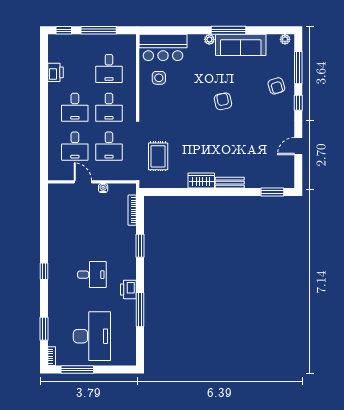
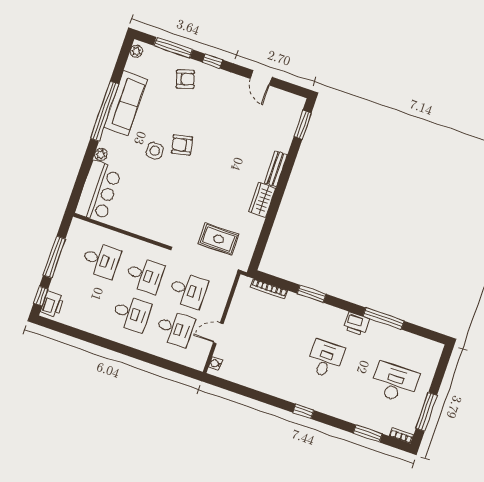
window: (229, 30) -> (104, 111), width x1.46
plant: (209, 39) -> (101, 154), moved
printer: (55, 72) -> (52, 304), moved, turned 90
side table: (159, 78) -> (155, 151), moved
water cooler: (103, 188) -> (215, 364), moved
desk: (92, 336) -> (395, 383), width x0.73, depth x0.77

